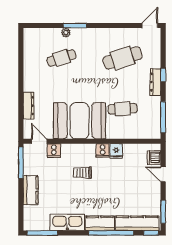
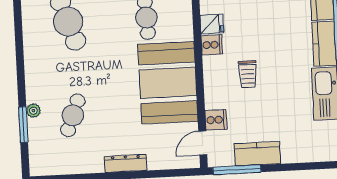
window: (75, 26) -> (23, 125), moved
cafe table: (61, 58) -> (73, 115), turned 39
dresser: (29, 106) -> (126, 163), moved
kitchen counter: (31, 190) -> (257, 154), moved

